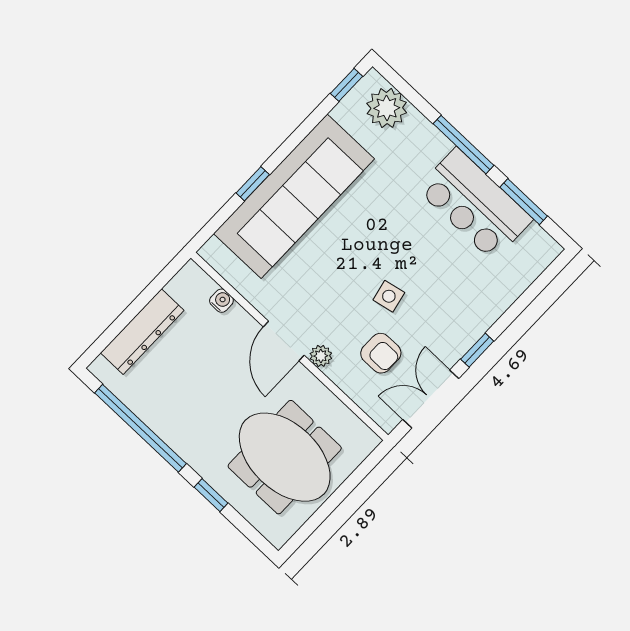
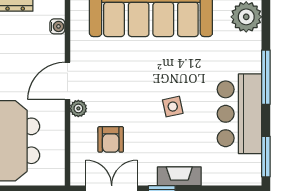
window: (524, 202) -> (266, 157), moved
side table: (389, 296) -> (173, 107), moved
fireplace: (480, 320) -> (179, 176), added

